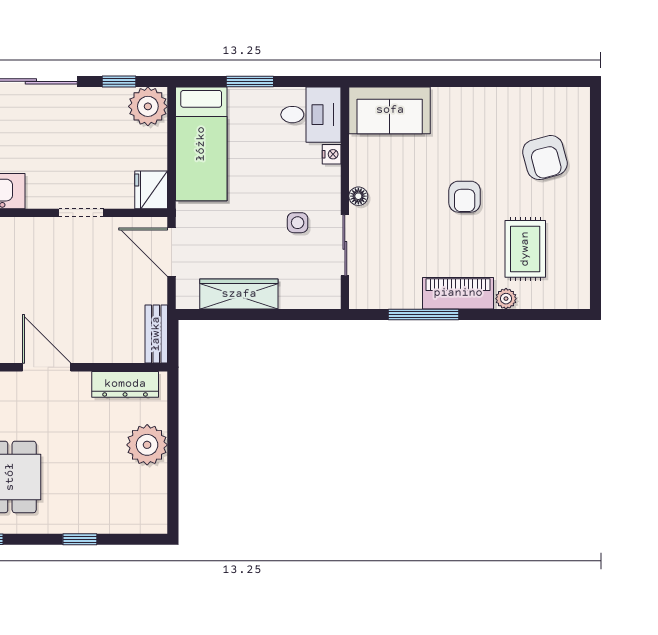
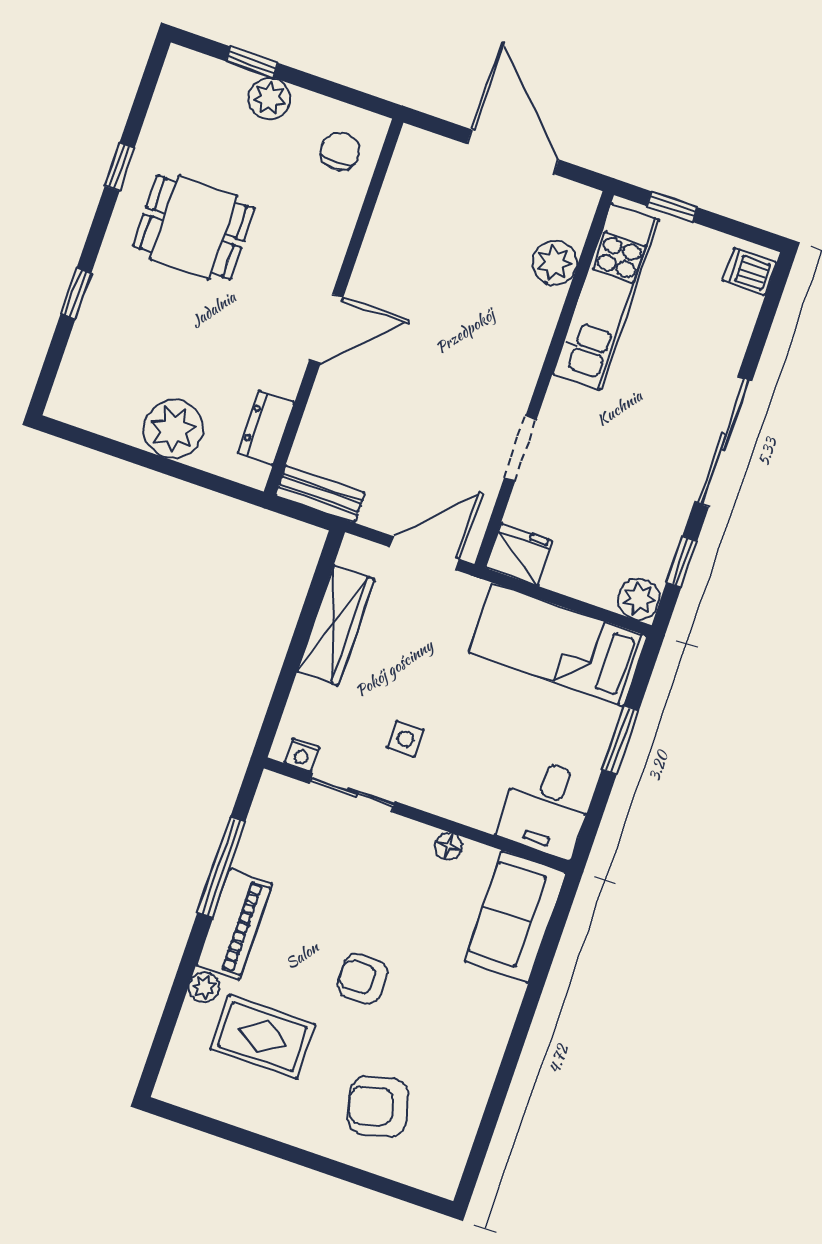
plant: (148, 106) -> (639, 599), width x0.73, depth x0.73
nightstand: (332, 154) -> (302, 755), moved
floor lamp: (358, 196) -> (448, 846), moved
dresser: (125, 384) -> (266, 428), width x0.70

